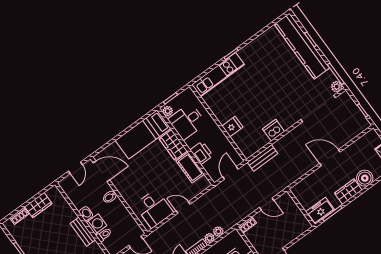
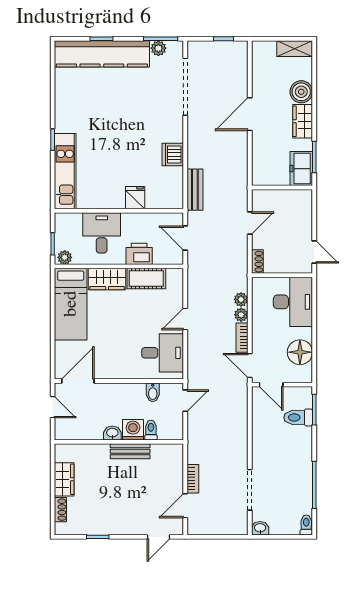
plant: (337, 87) -> (158, 48), moved
desk: (187, 121) -> (102, 233), moved, turned 180
bidet: (110, 197) -> (153, 392), moved

